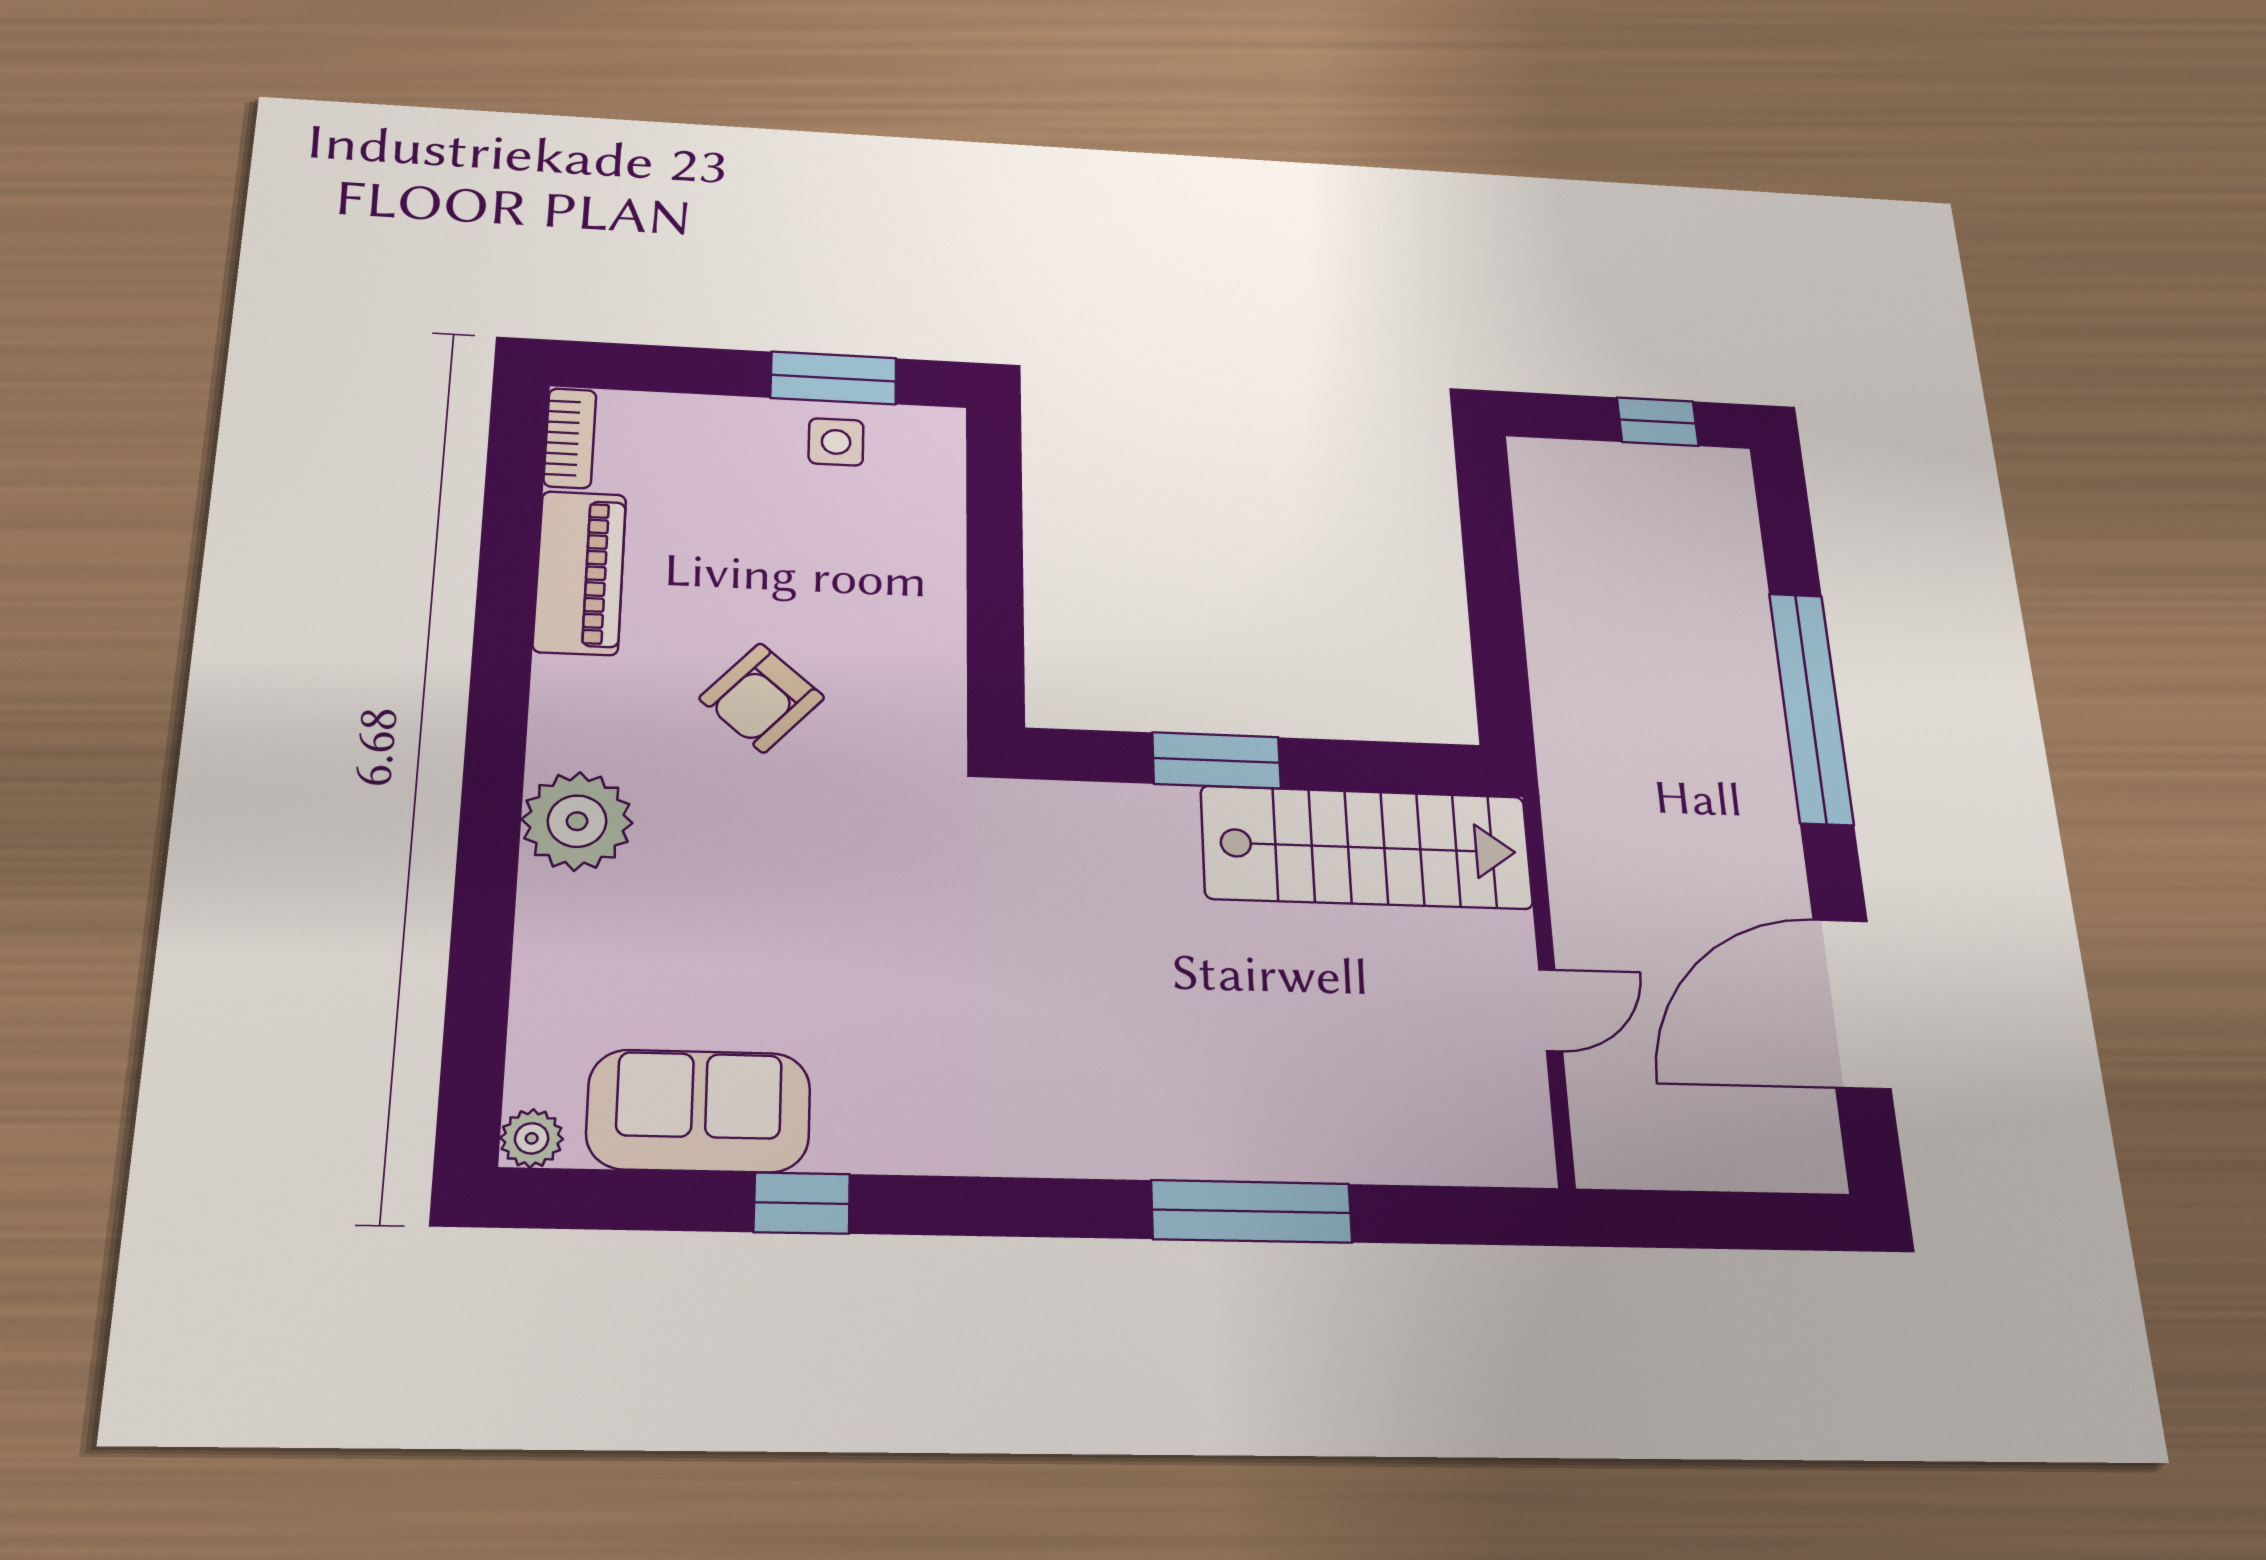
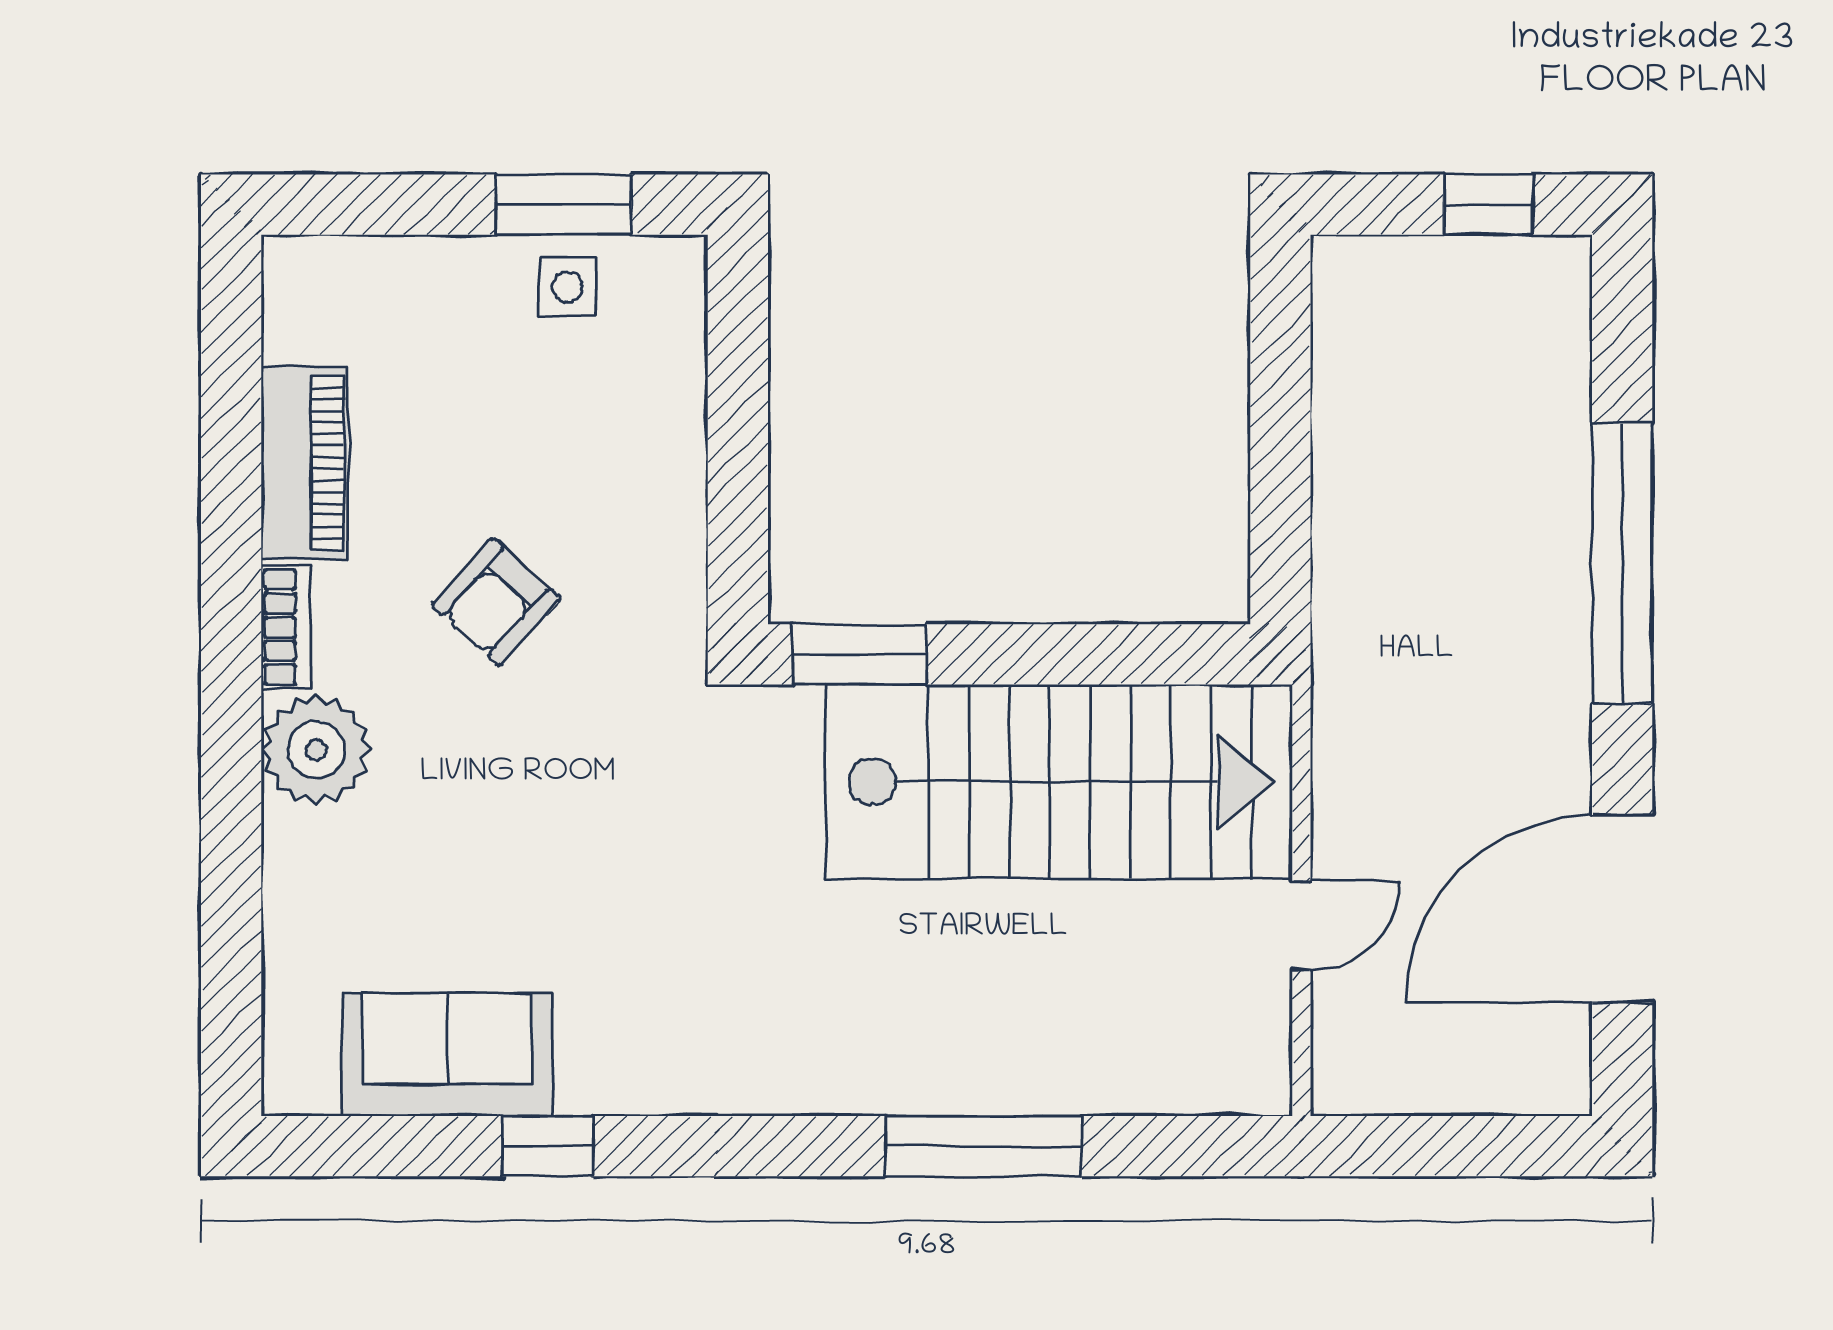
bookcase: (570, 438) -> (286, 627), moved
window: (1216, 760) -> (860, 654), moved
stairs: (1367, 847) -> (1059, 782), width x1.36, depth x1.51
plant: (532, 1138) -> (291, 1087), removed

